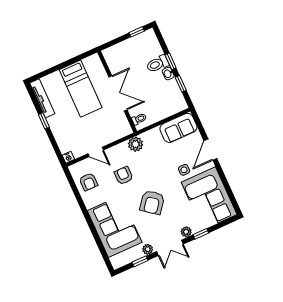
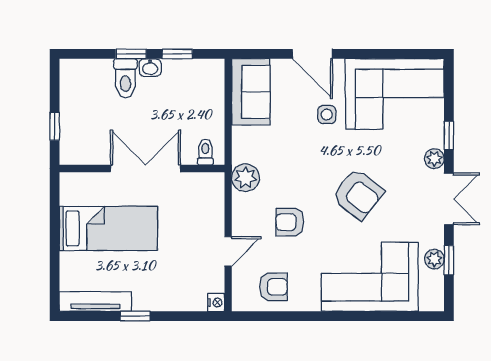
window: (137, 32) -> (55, 126), moved
plant: (148, 249) -> (434, 259), moved

